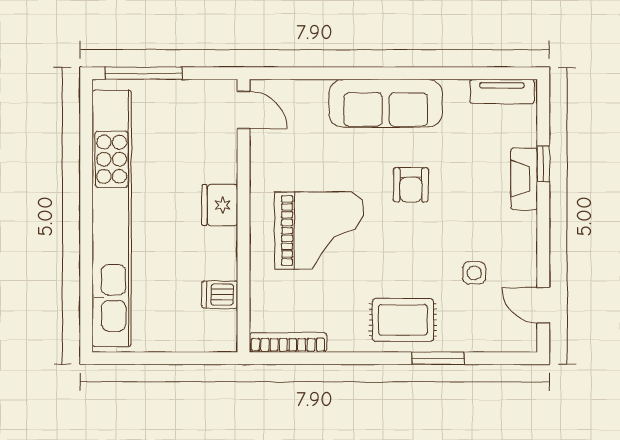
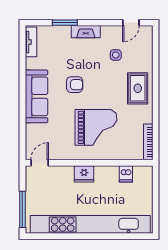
window: (543, 164) -> (65, 23), width x1.50
fireplace: (524, 179) -> (86, 32), moved
grand piano: (319, 231) -> (96, 127), turned 90
window: (438, 358) -> (156, 72), removed

